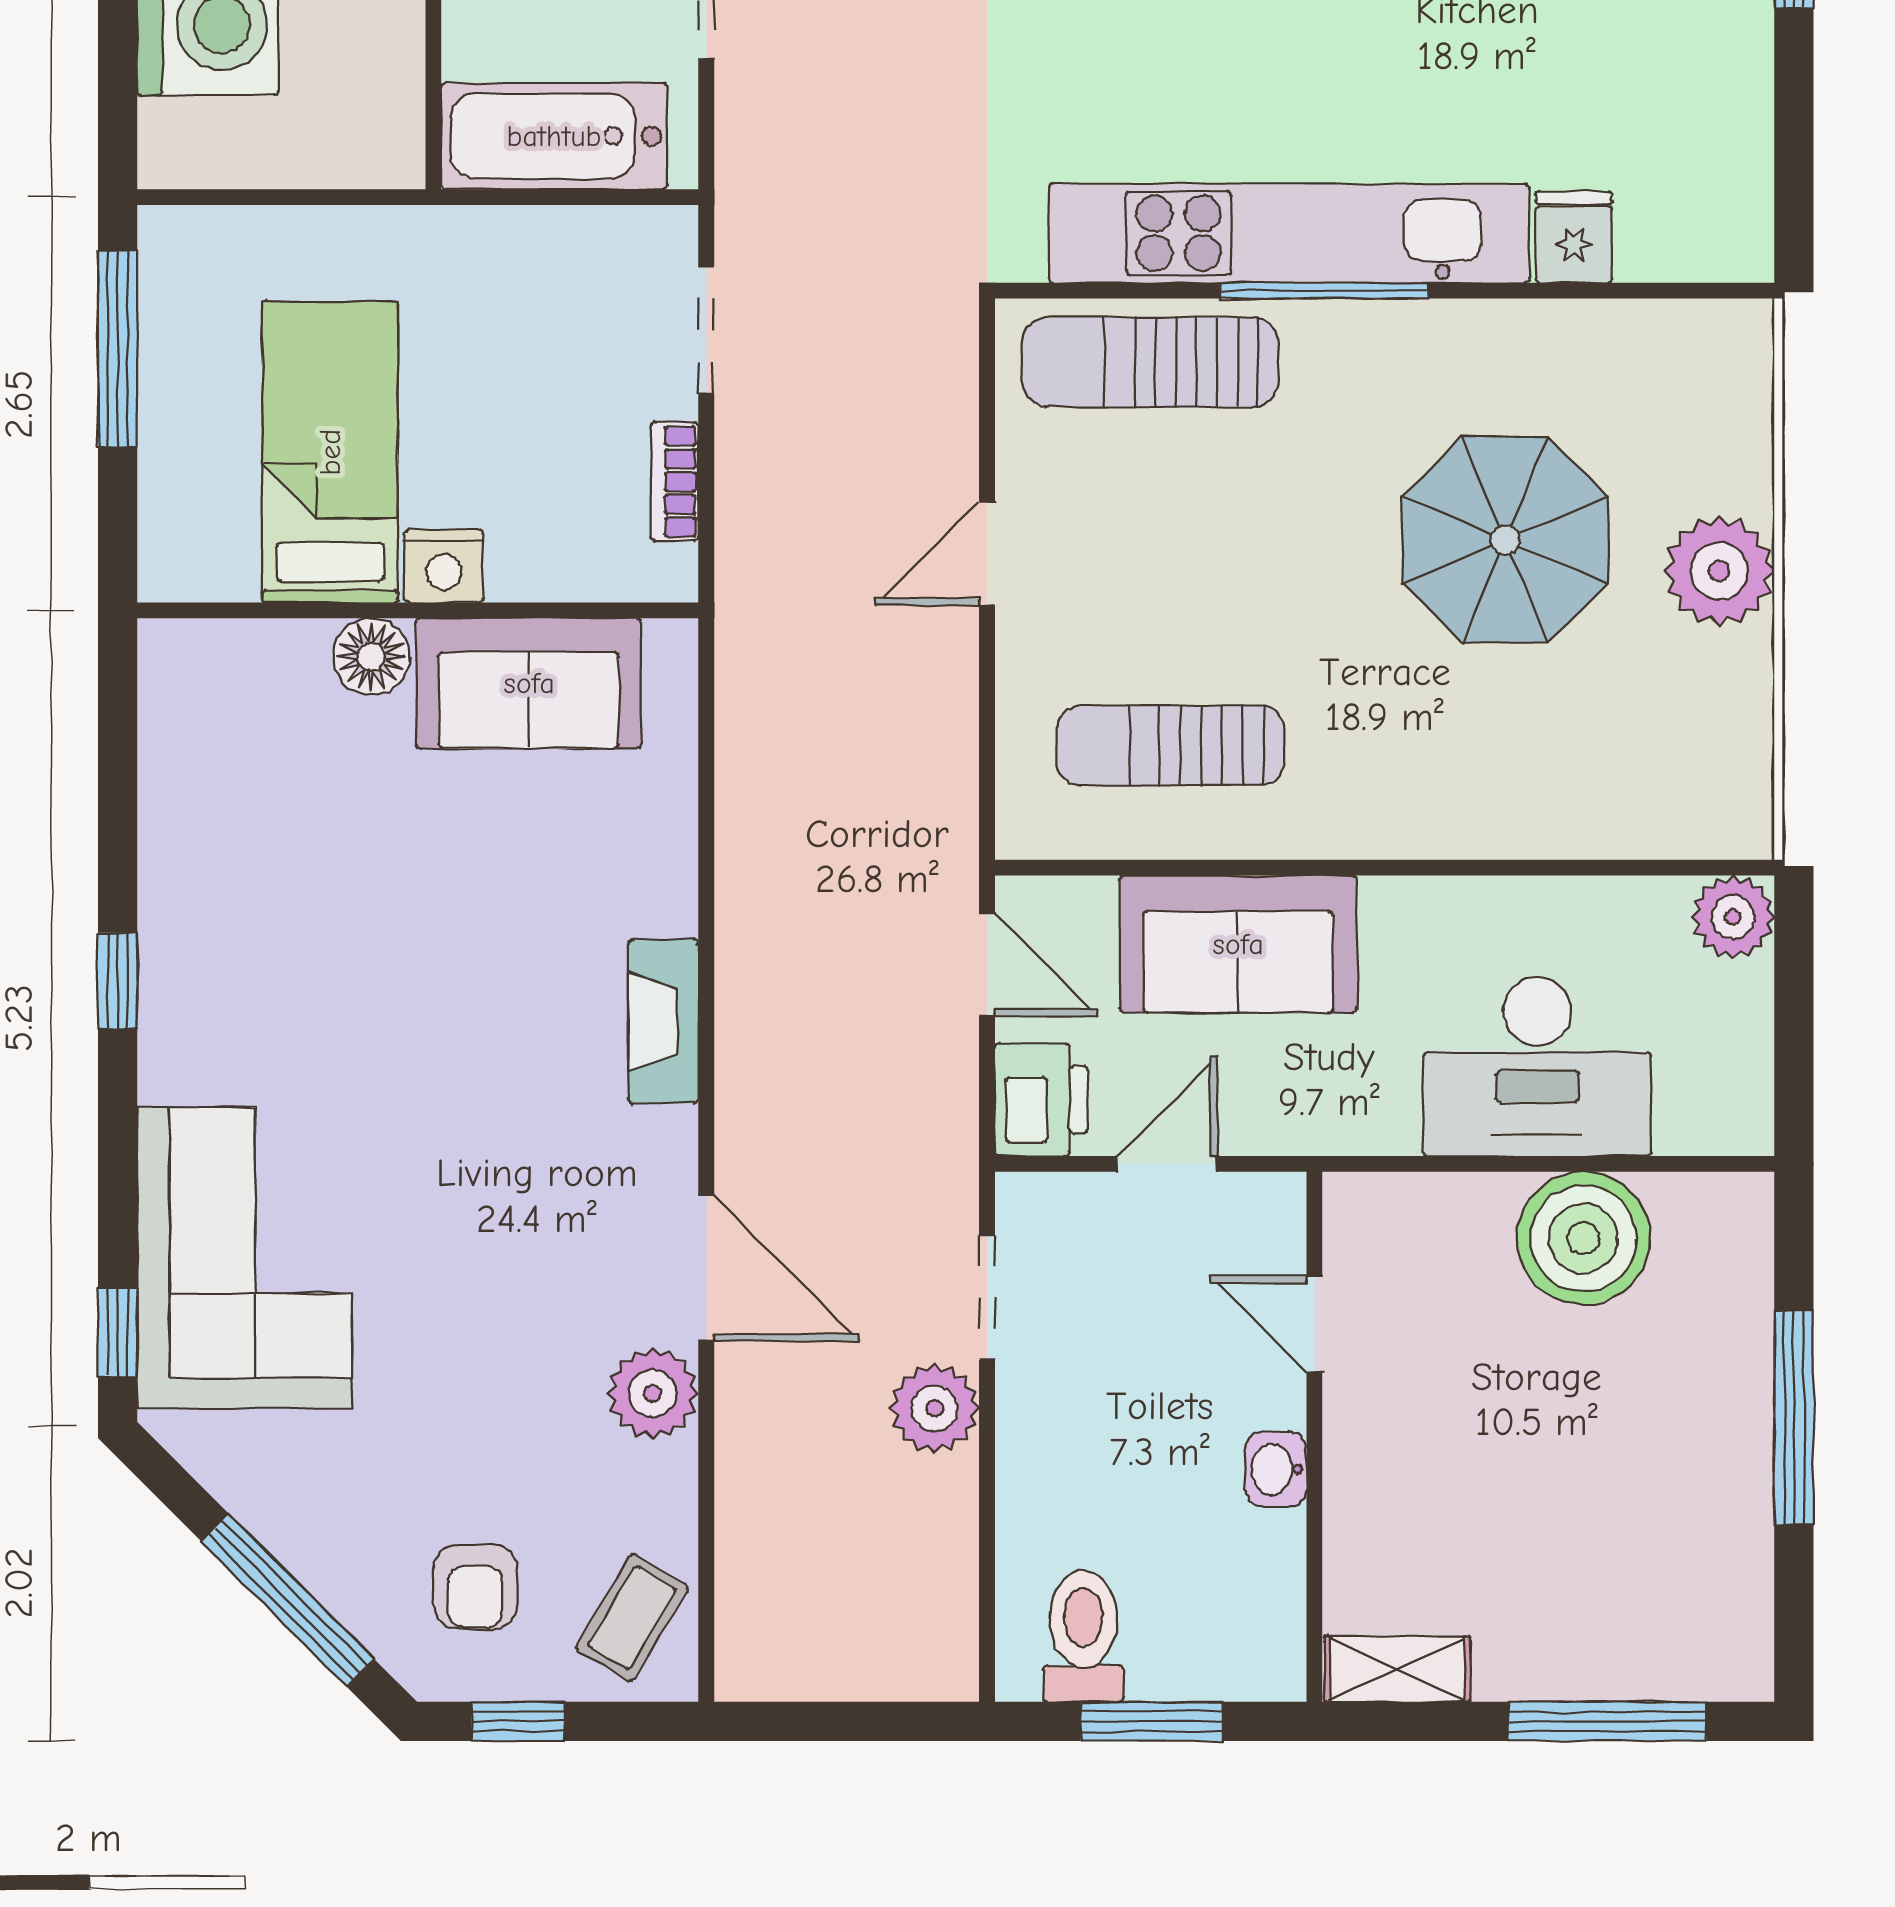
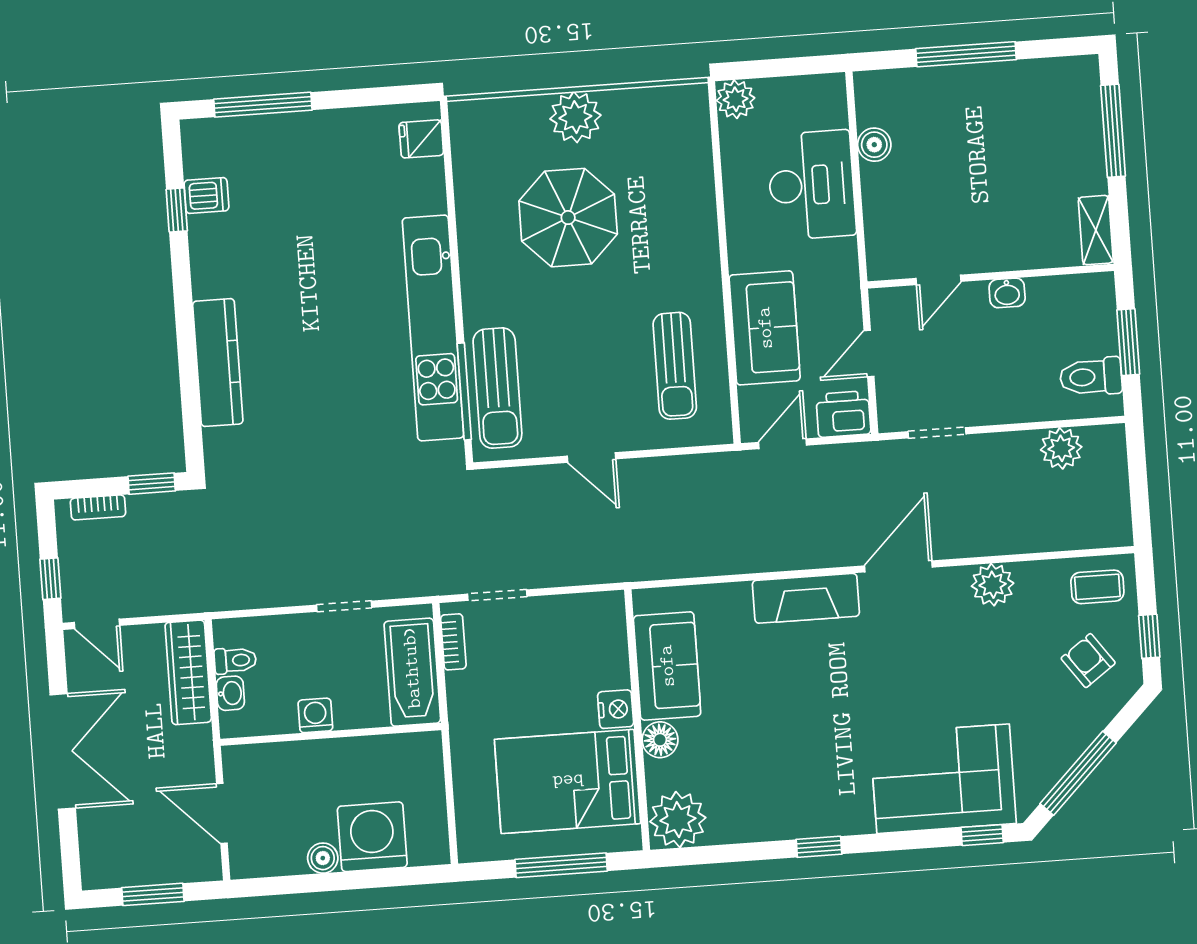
fridge: (1574, 237) -> (421, 139), moved
window: (1324, 291) -> (464, 391), moved
window: (118, 349) -> (561, 865), moved
bed: (330, 452) -> (568, 781), width x1.50
bookcase: (675, 482) -> (453, 642), moved, turned -90
plant: (198, 683) -> (678, 820), added
fireplace: (663, 1021) -> (806, 598), width x1.37, depth x1.32
door: (1167, 1164) -> (869, 354), hinge flipped
boiler: (1583, 1238) -> (874, 145), width x0.54, depth x0.54
door: (706, 1268) -> (898, 566), moved
plant: (934, 1408) -> (1061, 448), moved
armchair: (475, 1587) -> (1088, 661), turned -126
window: (288, 1600) -> (1078, 773), moved
coffee table: (632, 1618) -> (1097, 587), turned -31

